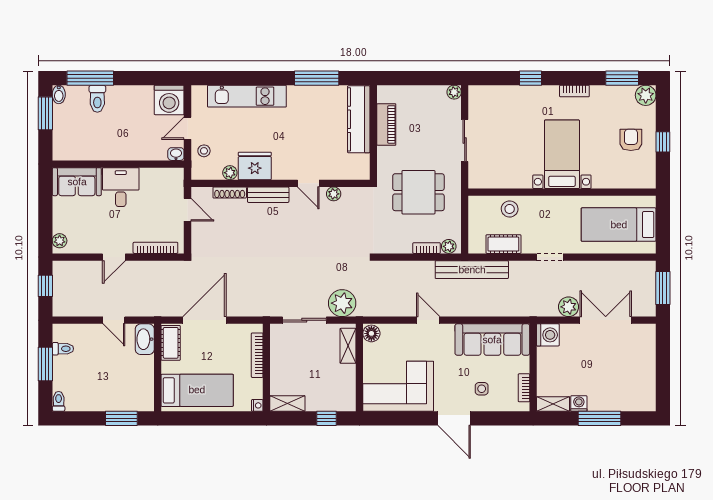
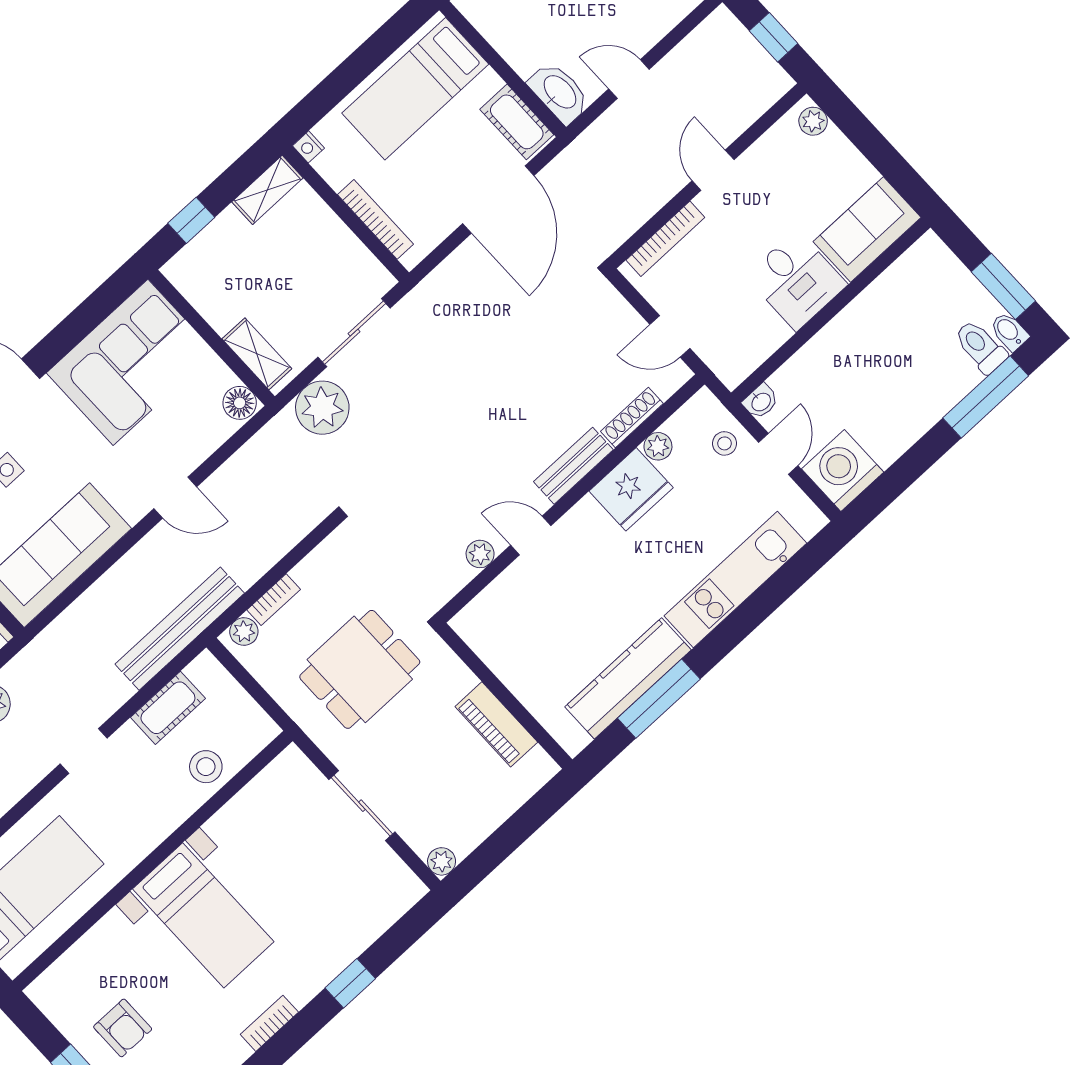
toilet: (97, 99) -> (980, 347), moved
kitchen counter: (359, 119) -> (628, 678), moved, turned -90

